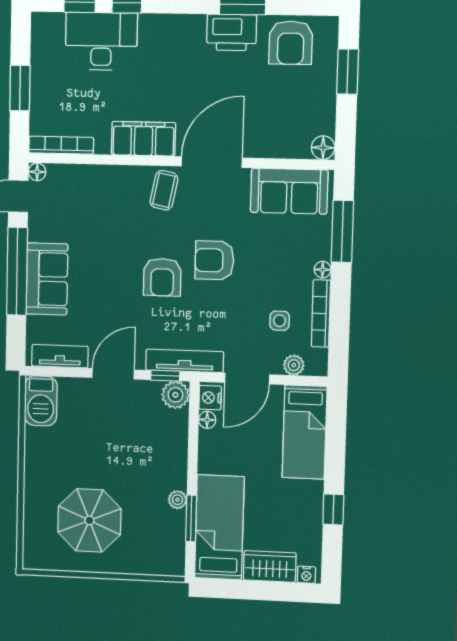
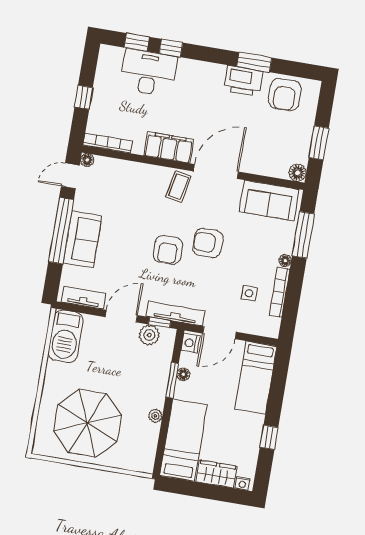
window: (348, 72) -> (319, 143), moved
window: (20, 88) -> (84, 97), width x0.67
plant: (294, 365) -> (255, 327), removed
plant: (175, 395) -> (149, 335), moved
barbecue: (41, 401) -> (66, 336), width x1.37, depth x1.21
floor lamp: (207, 420) -> (183, 374), moved
window: (191, 518) -> (172, 380), moved
parasol: (89, 520) -> (87, 423), width x1.36, depth x1.36

